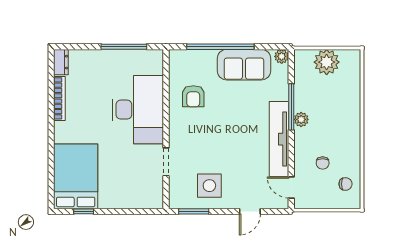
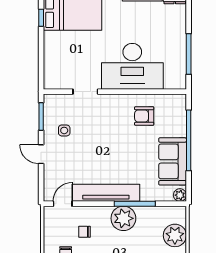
plant: (301, 119) -> (123, 218), width x1.88, depth x1.88
side table: (209, 186) -> (64, 130), width x0.54, depth x0.54
door: (250, 211) -> (41, 154), moved

